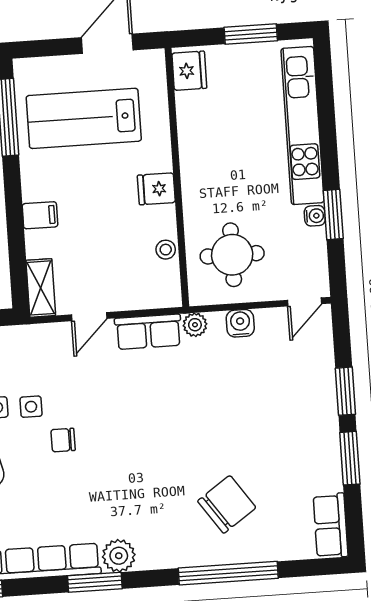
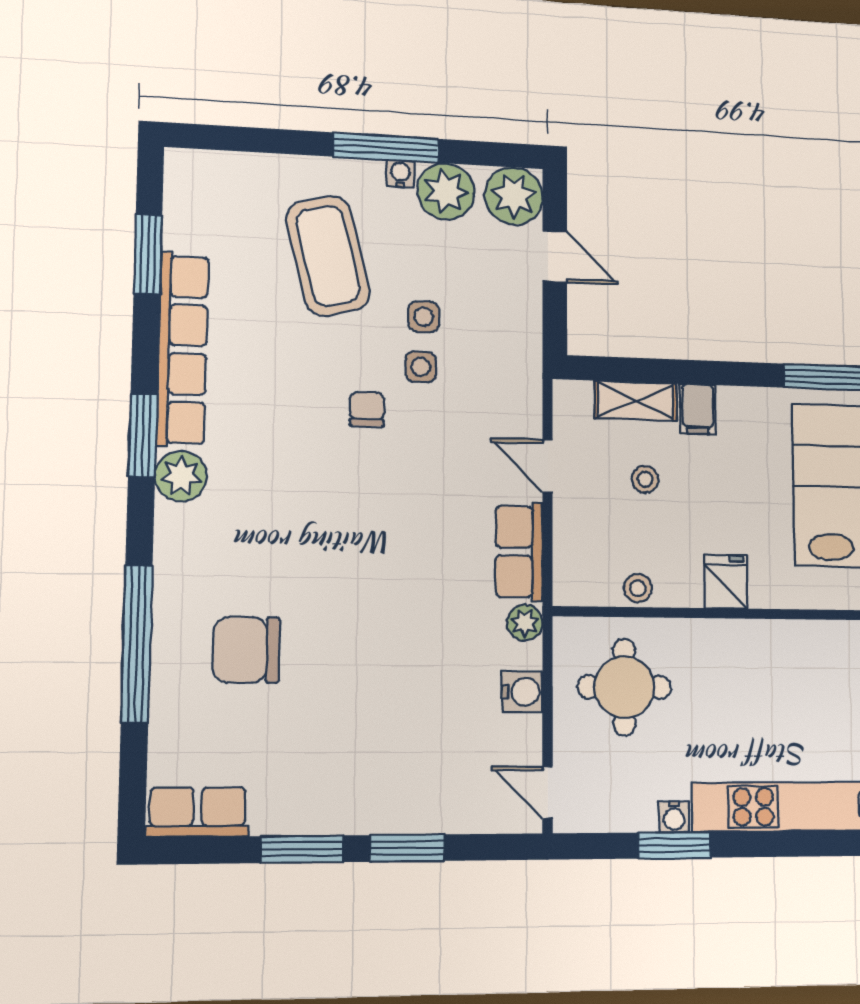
stool: (92, 249) -> (645, 479), added
shelving: (41, 288) -> (636, 401), moved
chair: (227, 504) -> (246, 650), turned 125

